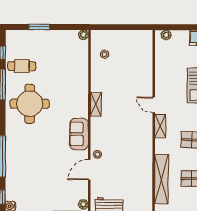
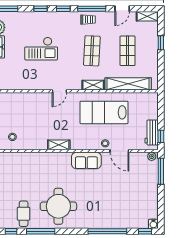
shelving: (160, 126) -> (93, 85), moved
lab bench: (131, 153) -> (104, 112), added

